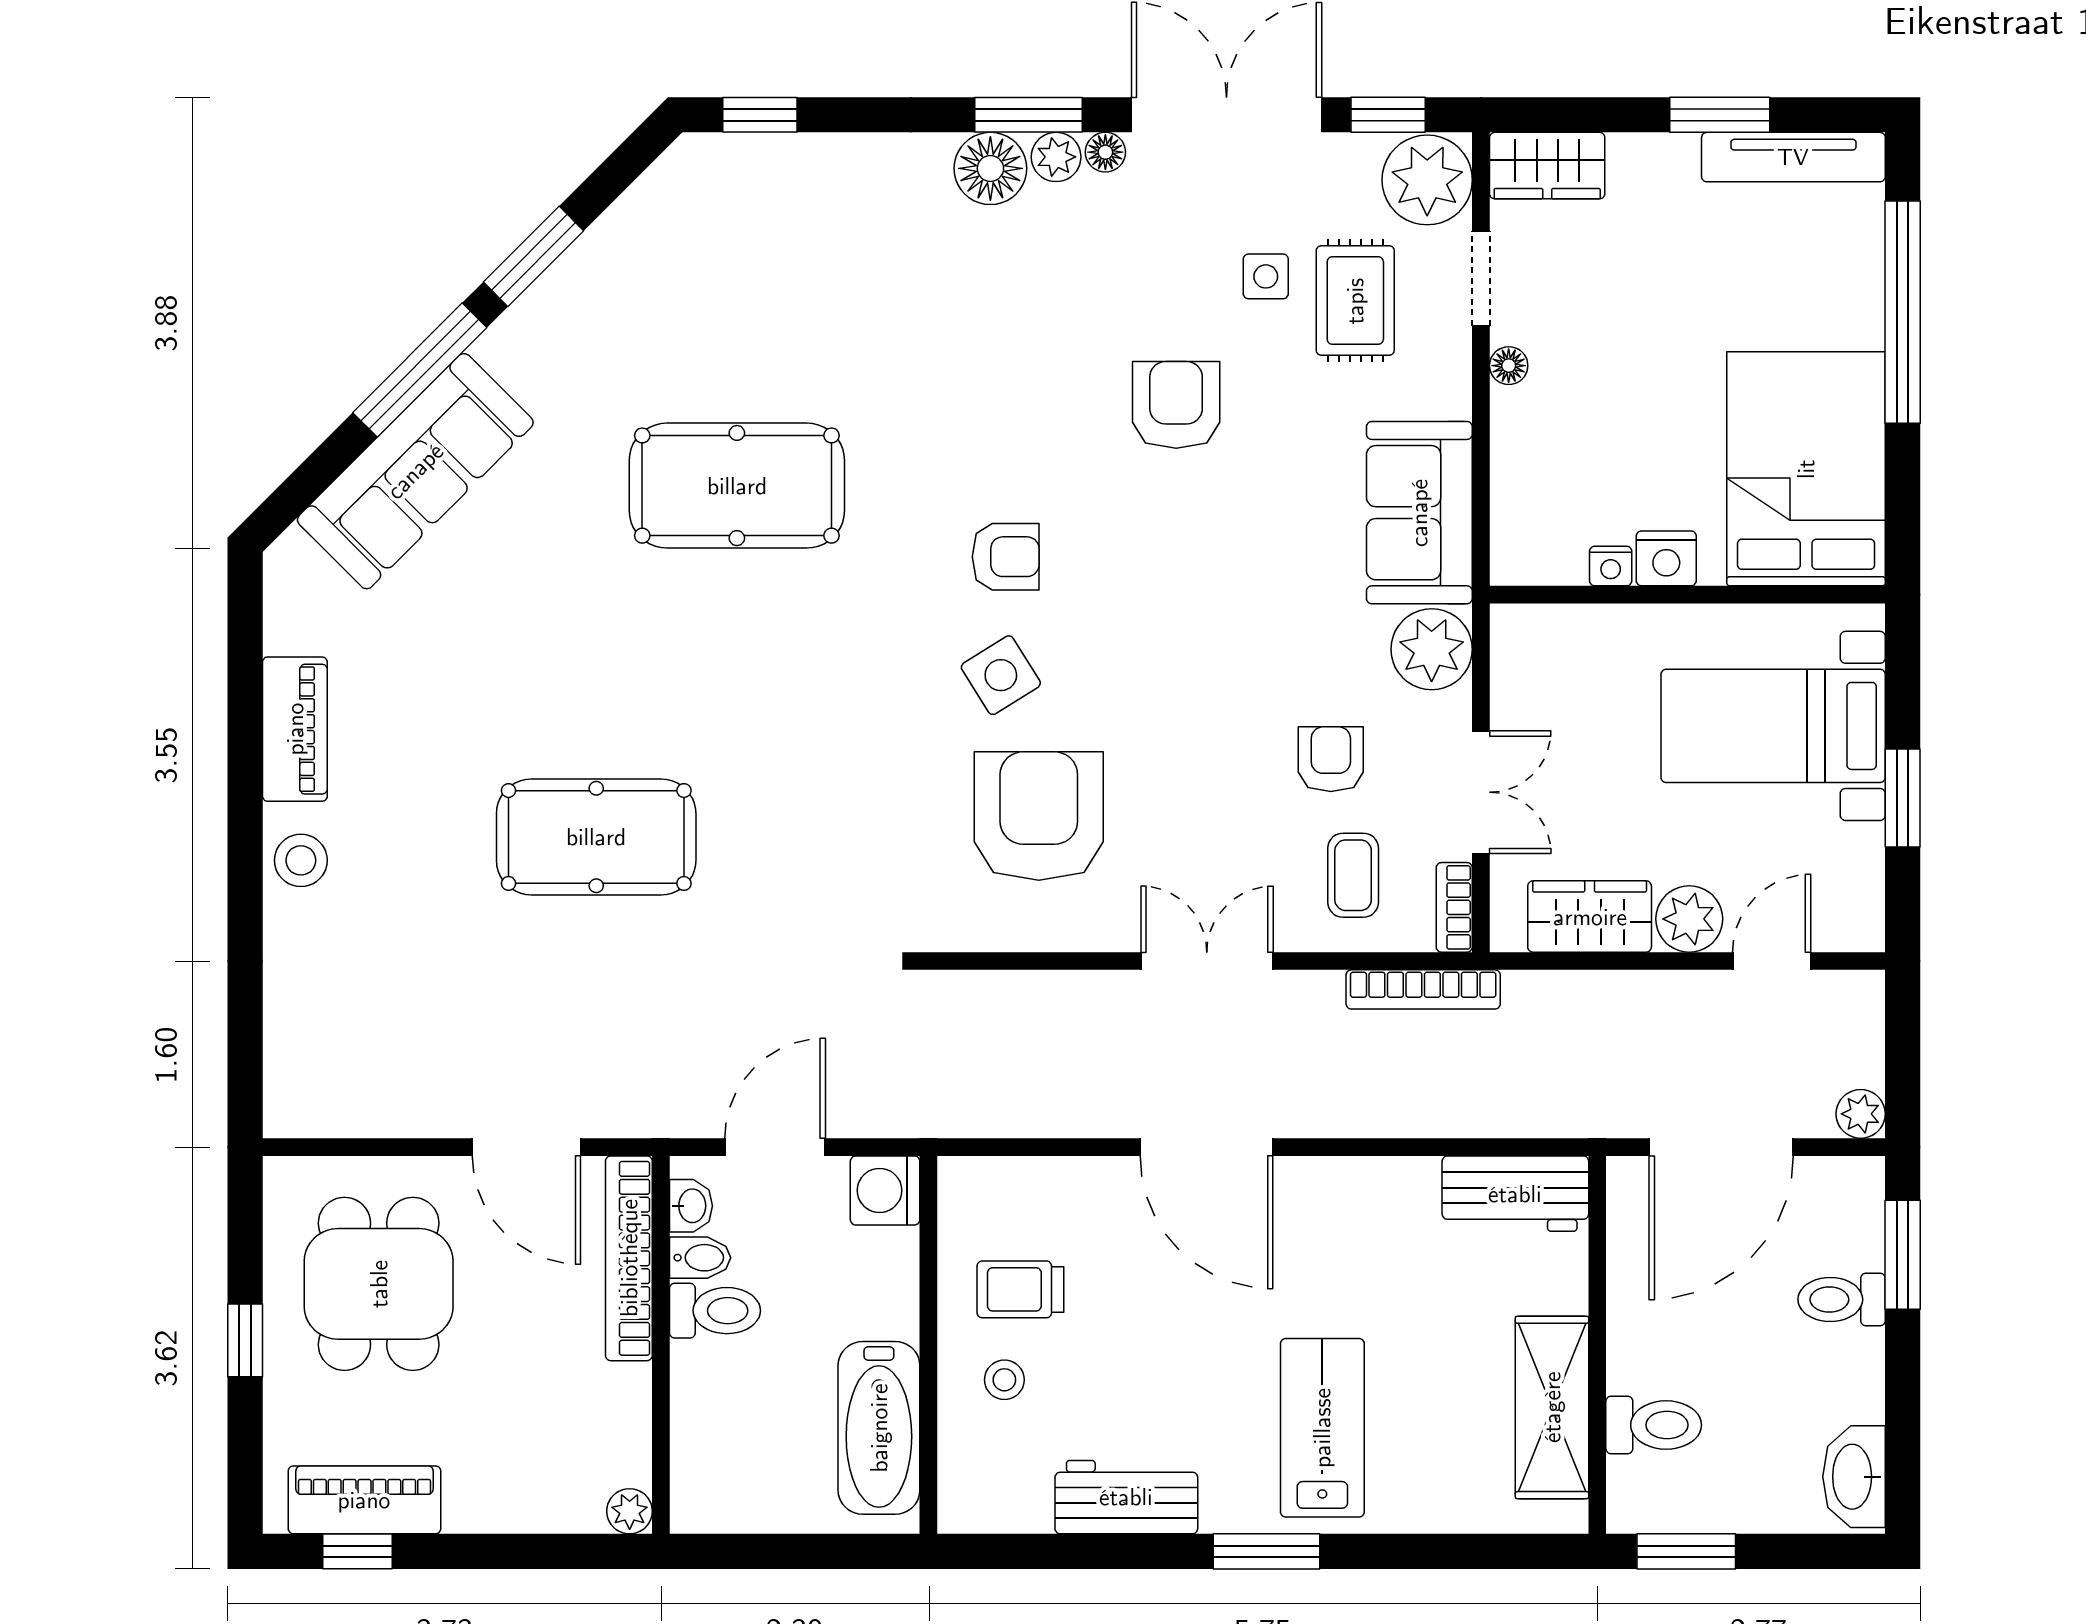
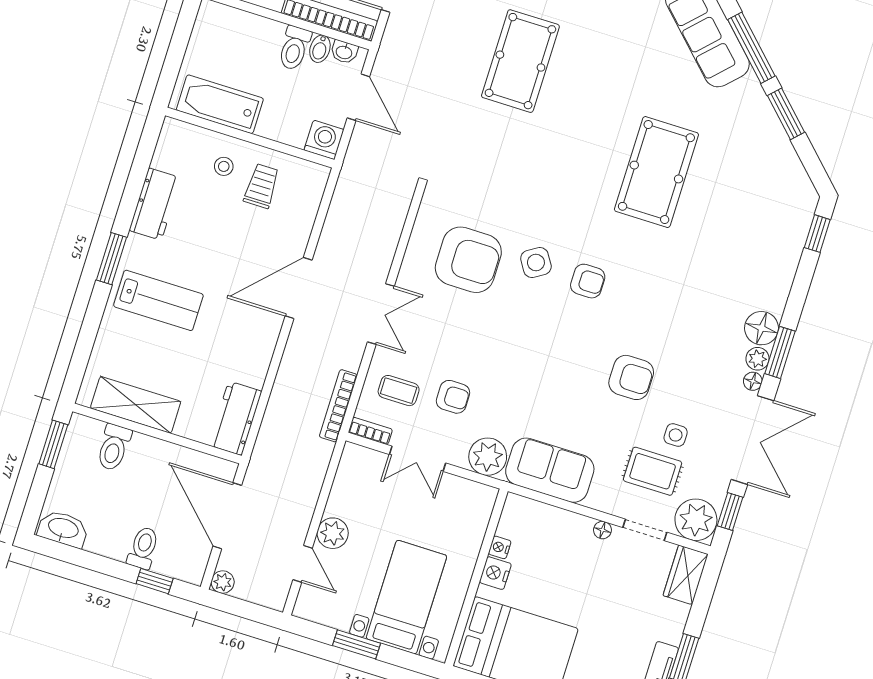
armchair: (1006, 557) -> (588, 281), turned -90
wardrobe: (1590, 917) -> (348, 489), removed
window: (1903, 1255) -> (155, 581), width x0.67

